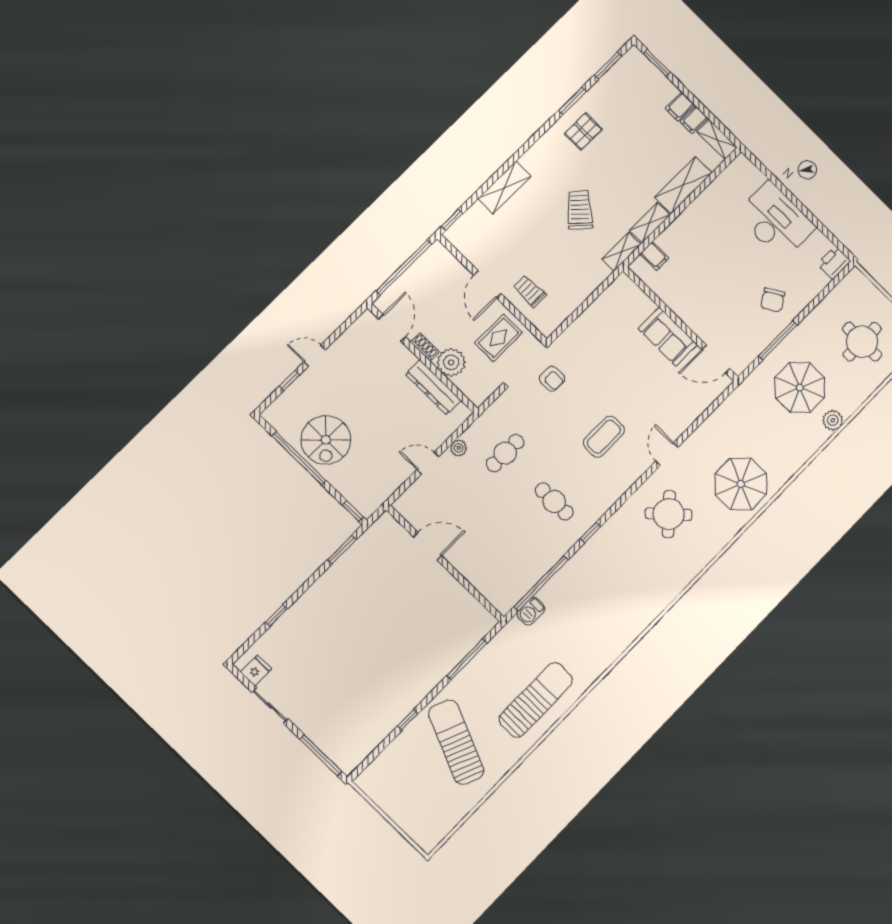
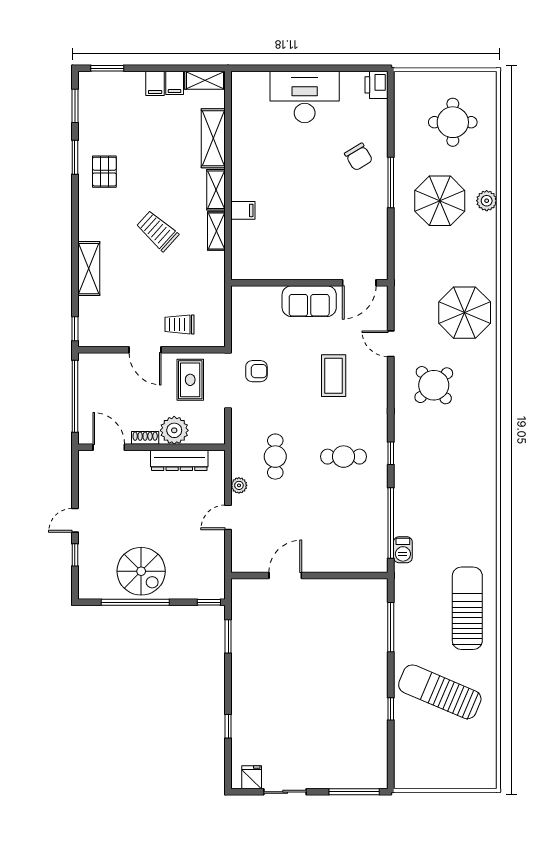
wall: (681, 324) -> (309, 283), moved
sofa: (668, 337) -> (309, 301), moved
door: (716, 359) -> (359, 283), moved

